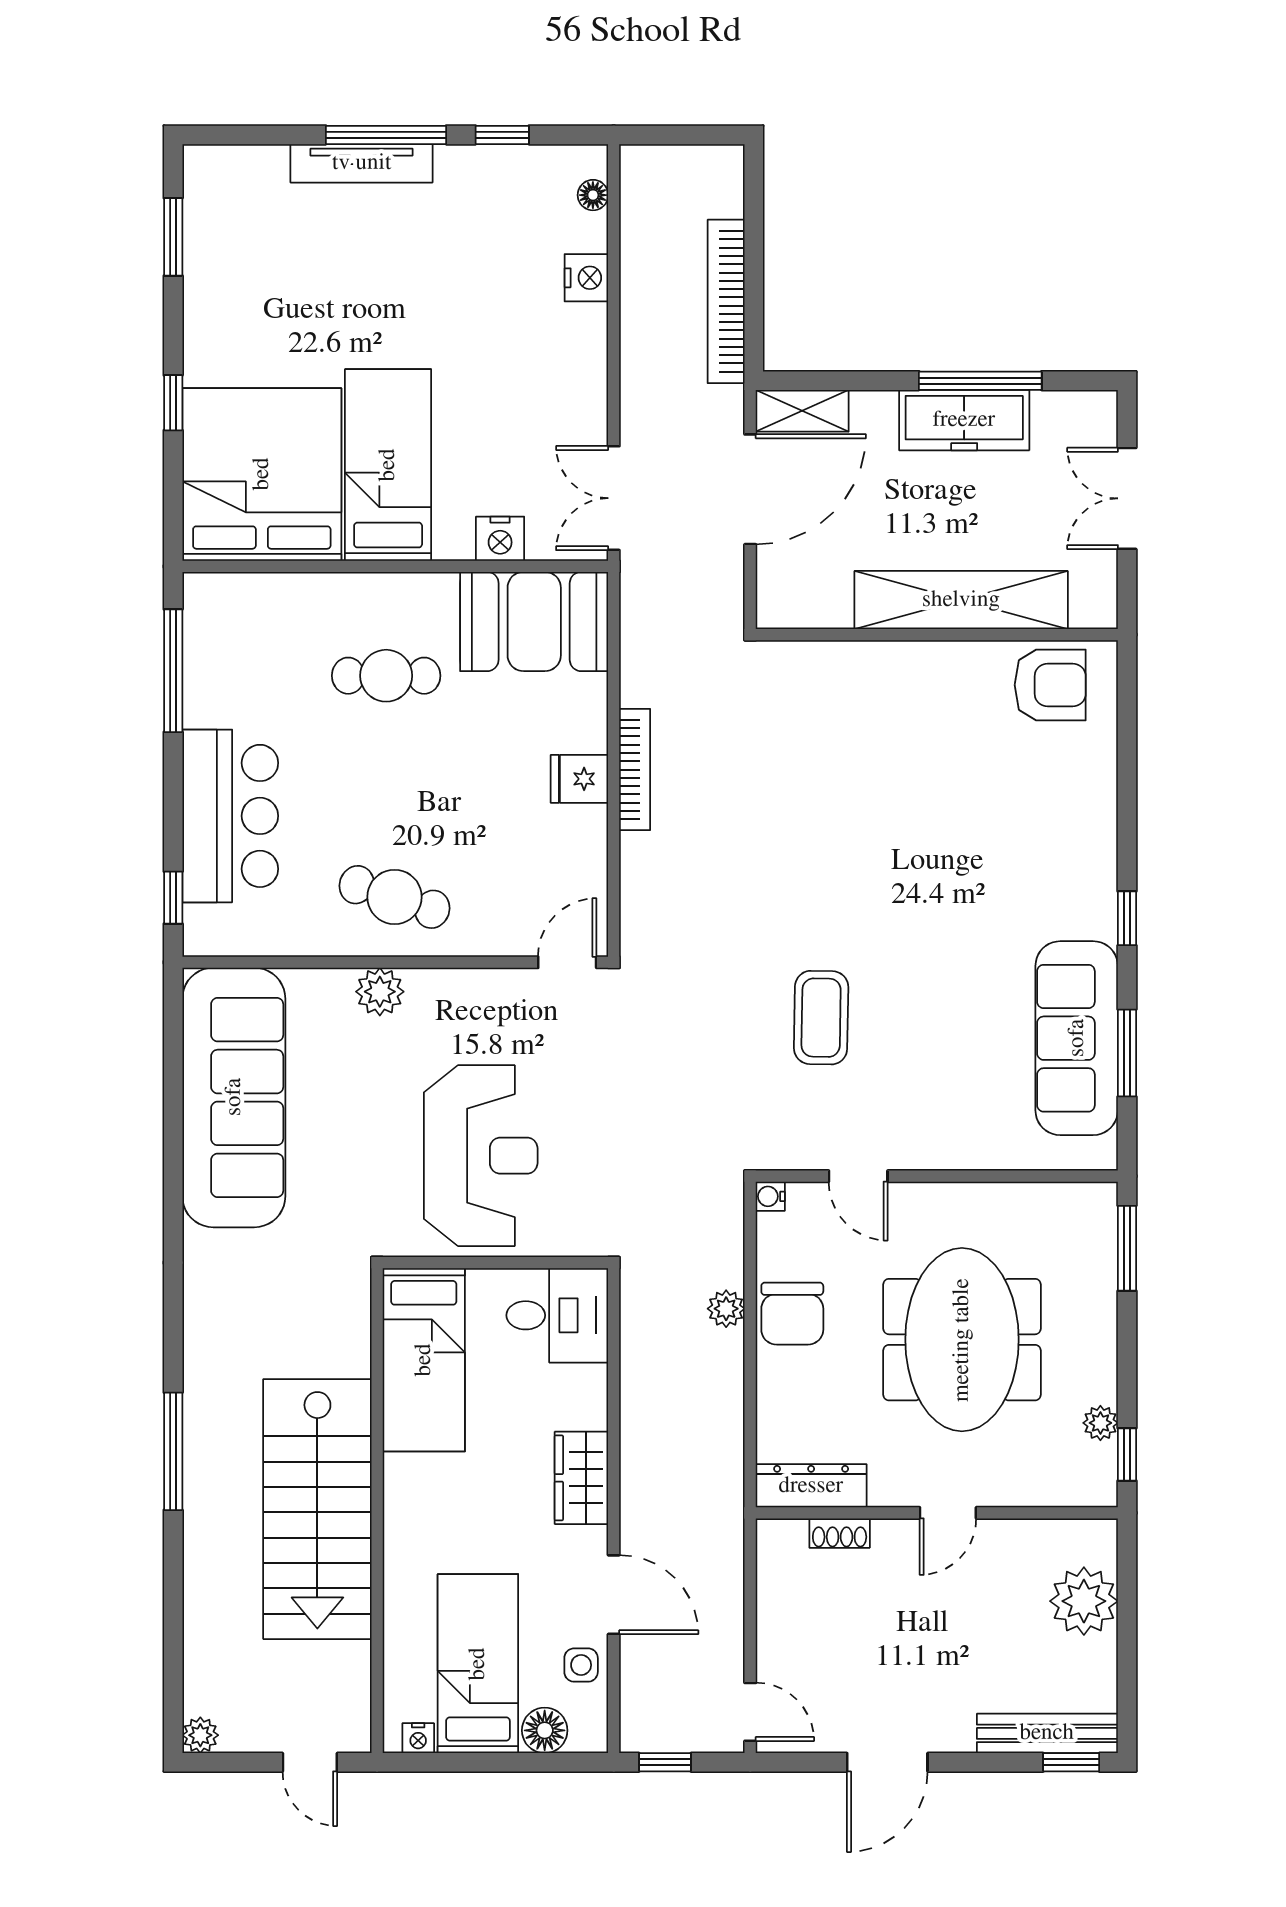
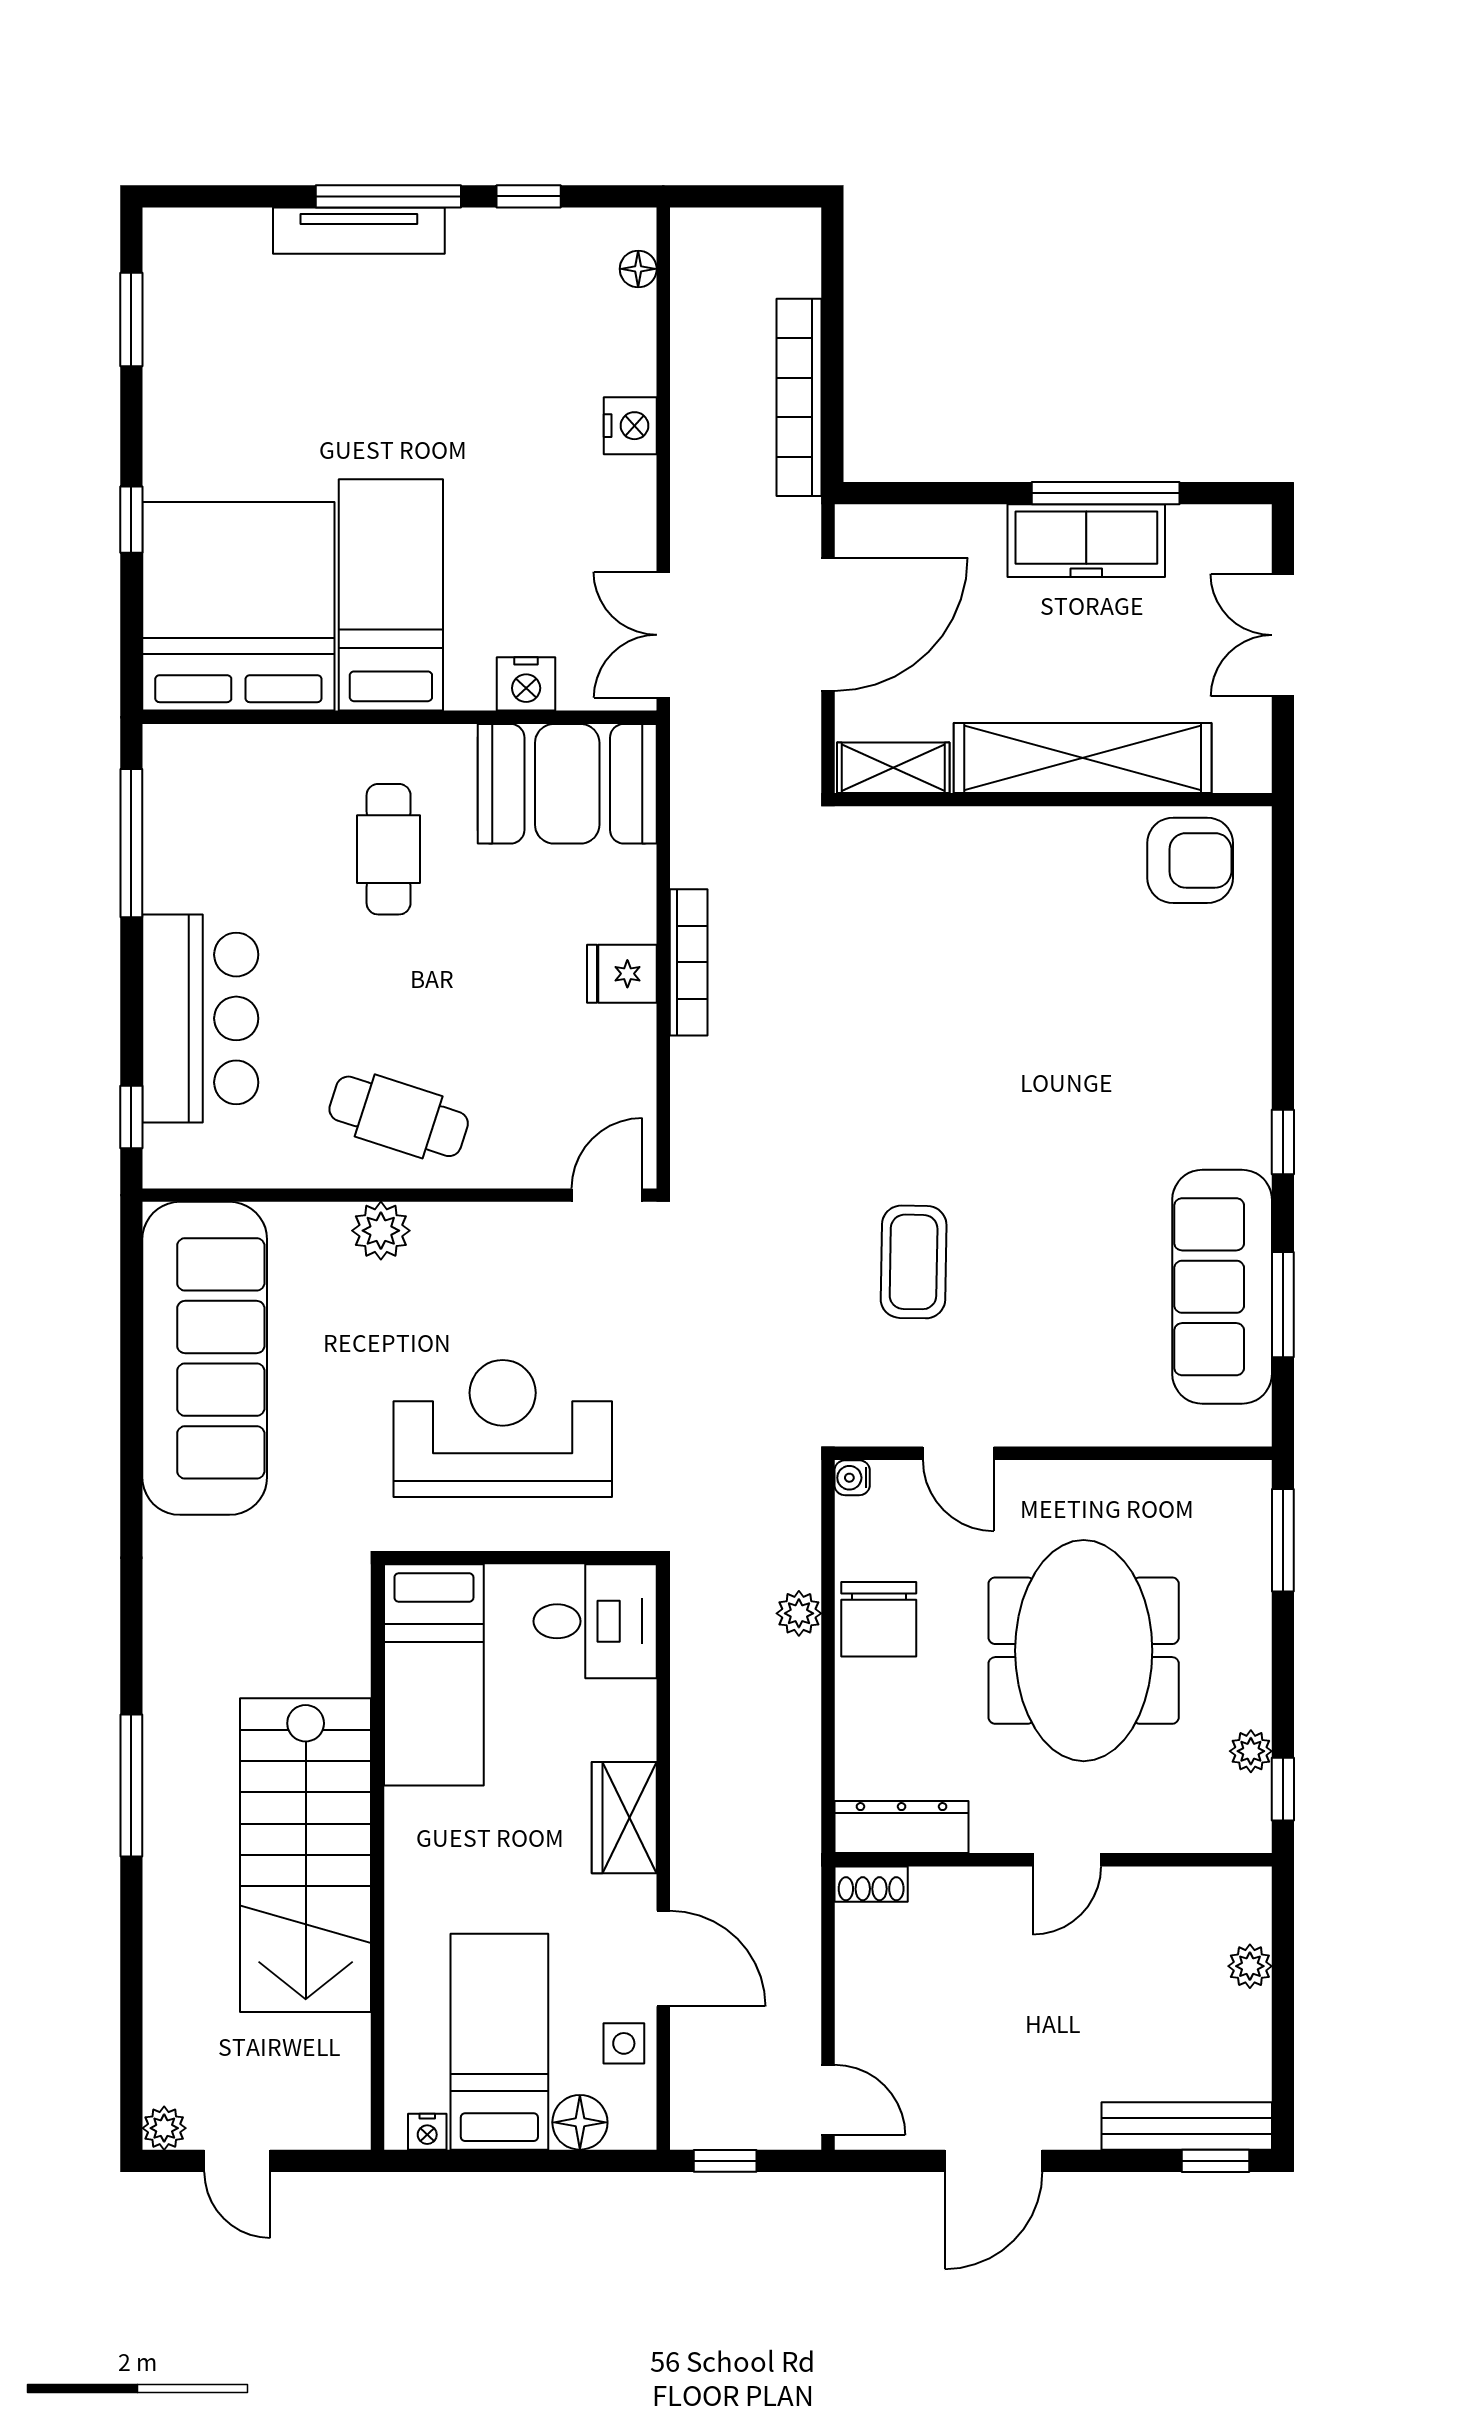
nightstand: (586, 278) -> (630, 426), moved
shelving: (802, 411) -> (893, 768), moved
cafe table: (386, 676) -> (389, 849), turned 90
reception desk: (481, 1156) -> (503, 1429), turned -90
shoe rack: (840, 1533) -> (871, 1884), moved
plant: (1084, 1601) -> (1250, 1966), width x0.53, depth x0.53
door: (310, 1762) -> (237, 2161), moved

